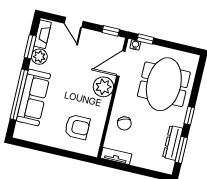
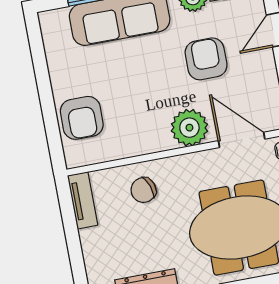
armchair: (73, 64) -> (206, 59), added
armchair: (77, 127) -> (82, 118), moved

